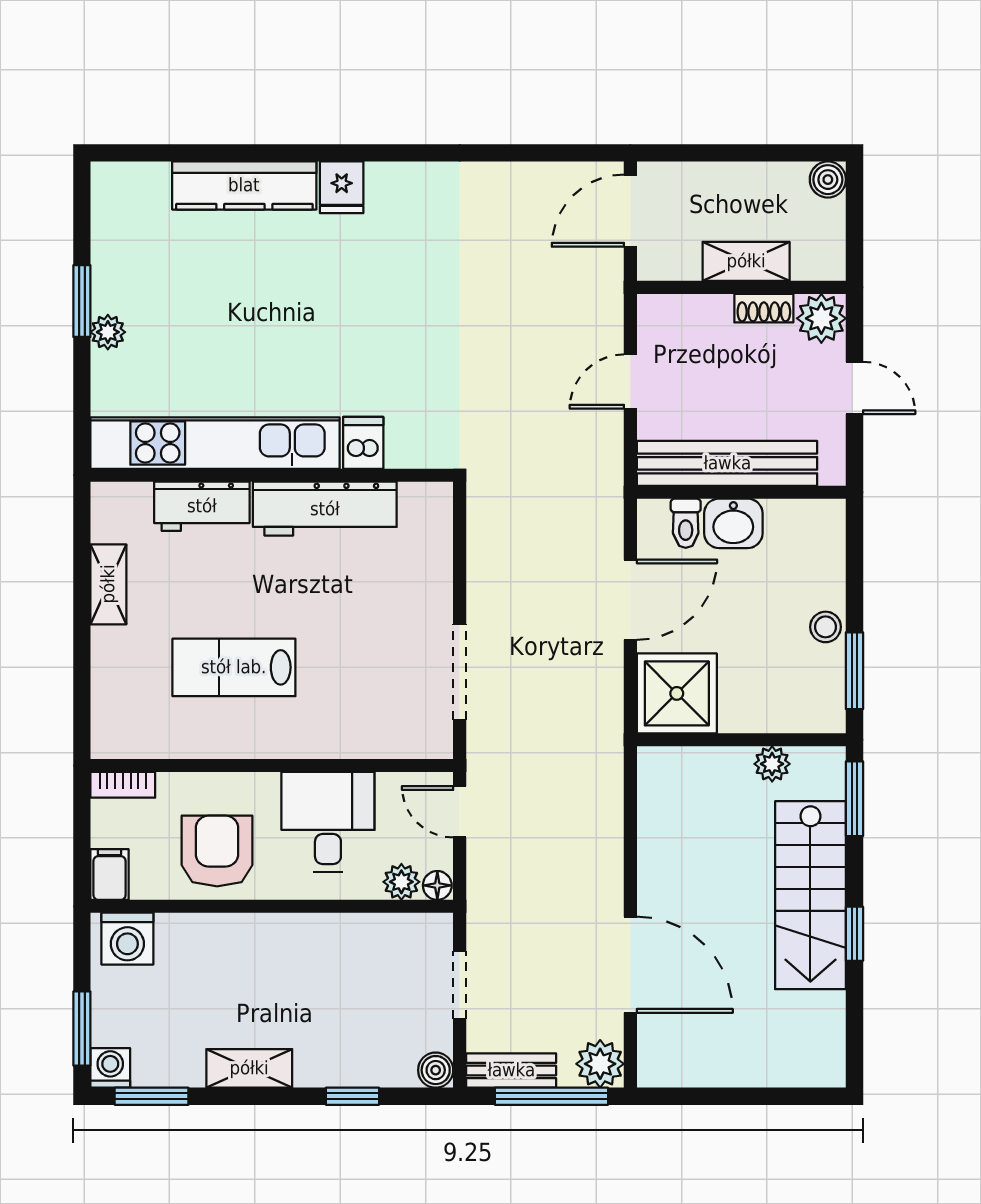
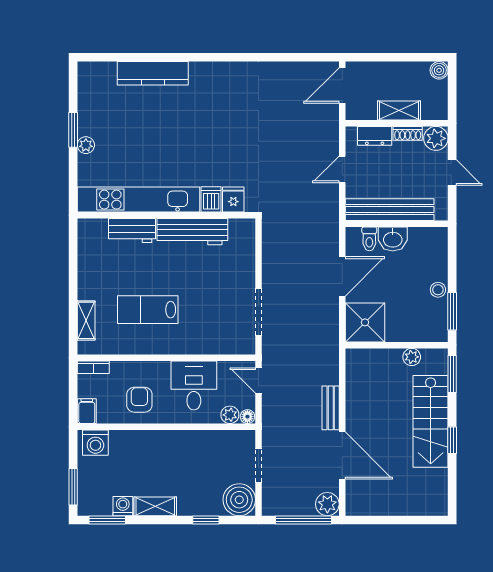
fridge: (342, 187) -> (233, 199), moved, turned 180
dresser: (696, 313) -> (375, 136), added
shelving: (108, 584) -> (86, 320), moved
armchair: (217, 851) -> (139, 400), width x0.72, depth x0.72
washing machine: (110, 1068) -> (123, 506), moved
boiler: (436, 1070) -> (239, 500), width x1.86, depth x1.86
bench: (511, 1070) -> (331, 408), moved, turned 90

